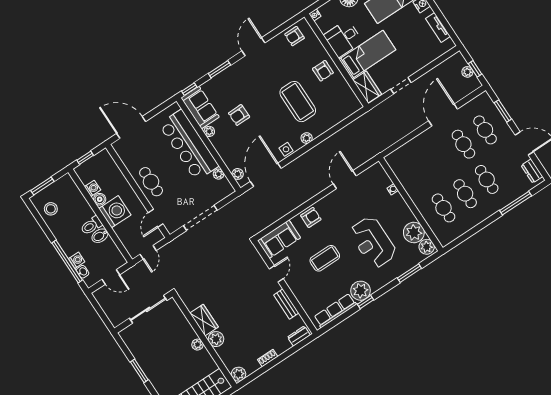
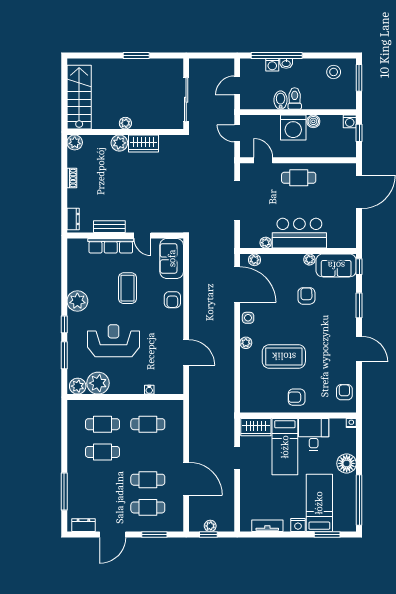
bar counter: (189, 145) -> (299, 233), width x0.73
cafe table: (487, 179) -> (148, 424), moved
washing machine: (93, 188) -> (350, 121), moved
washbasin: (83, 272) -> (286, 63), moved
window: (366, 302) -> (64, 324), moved
row of seats: (335, 311) -> (111, 246), moved, turned 90

